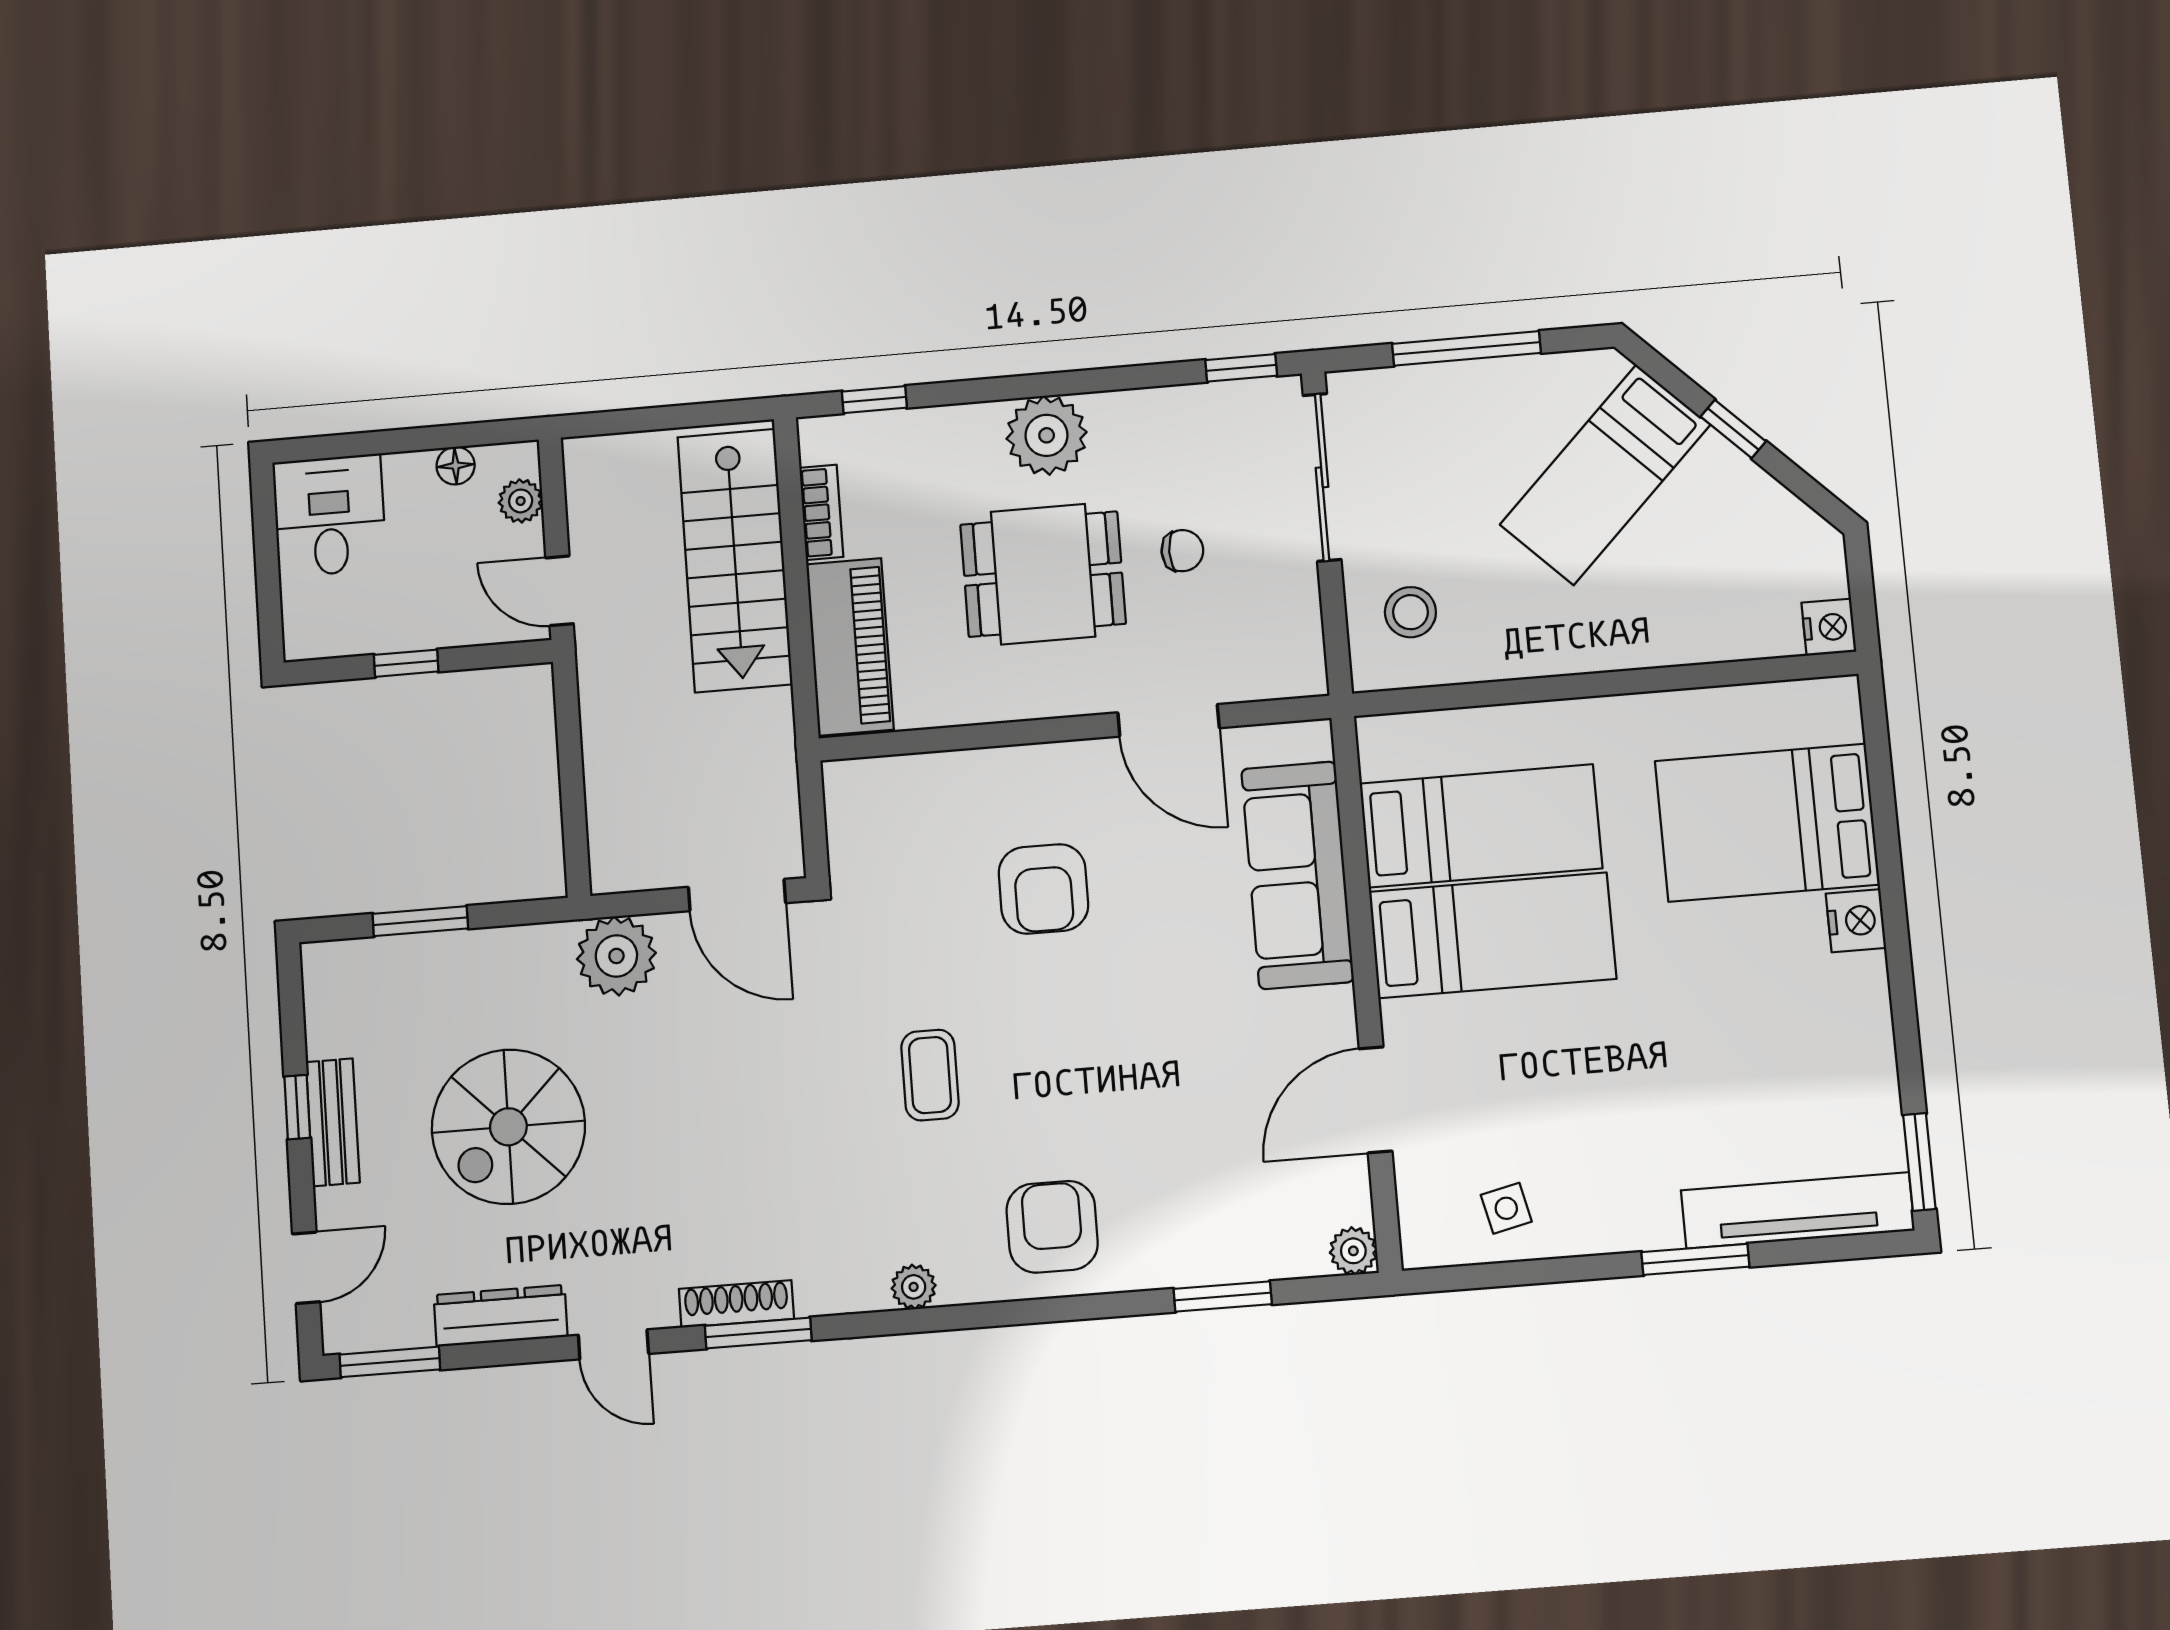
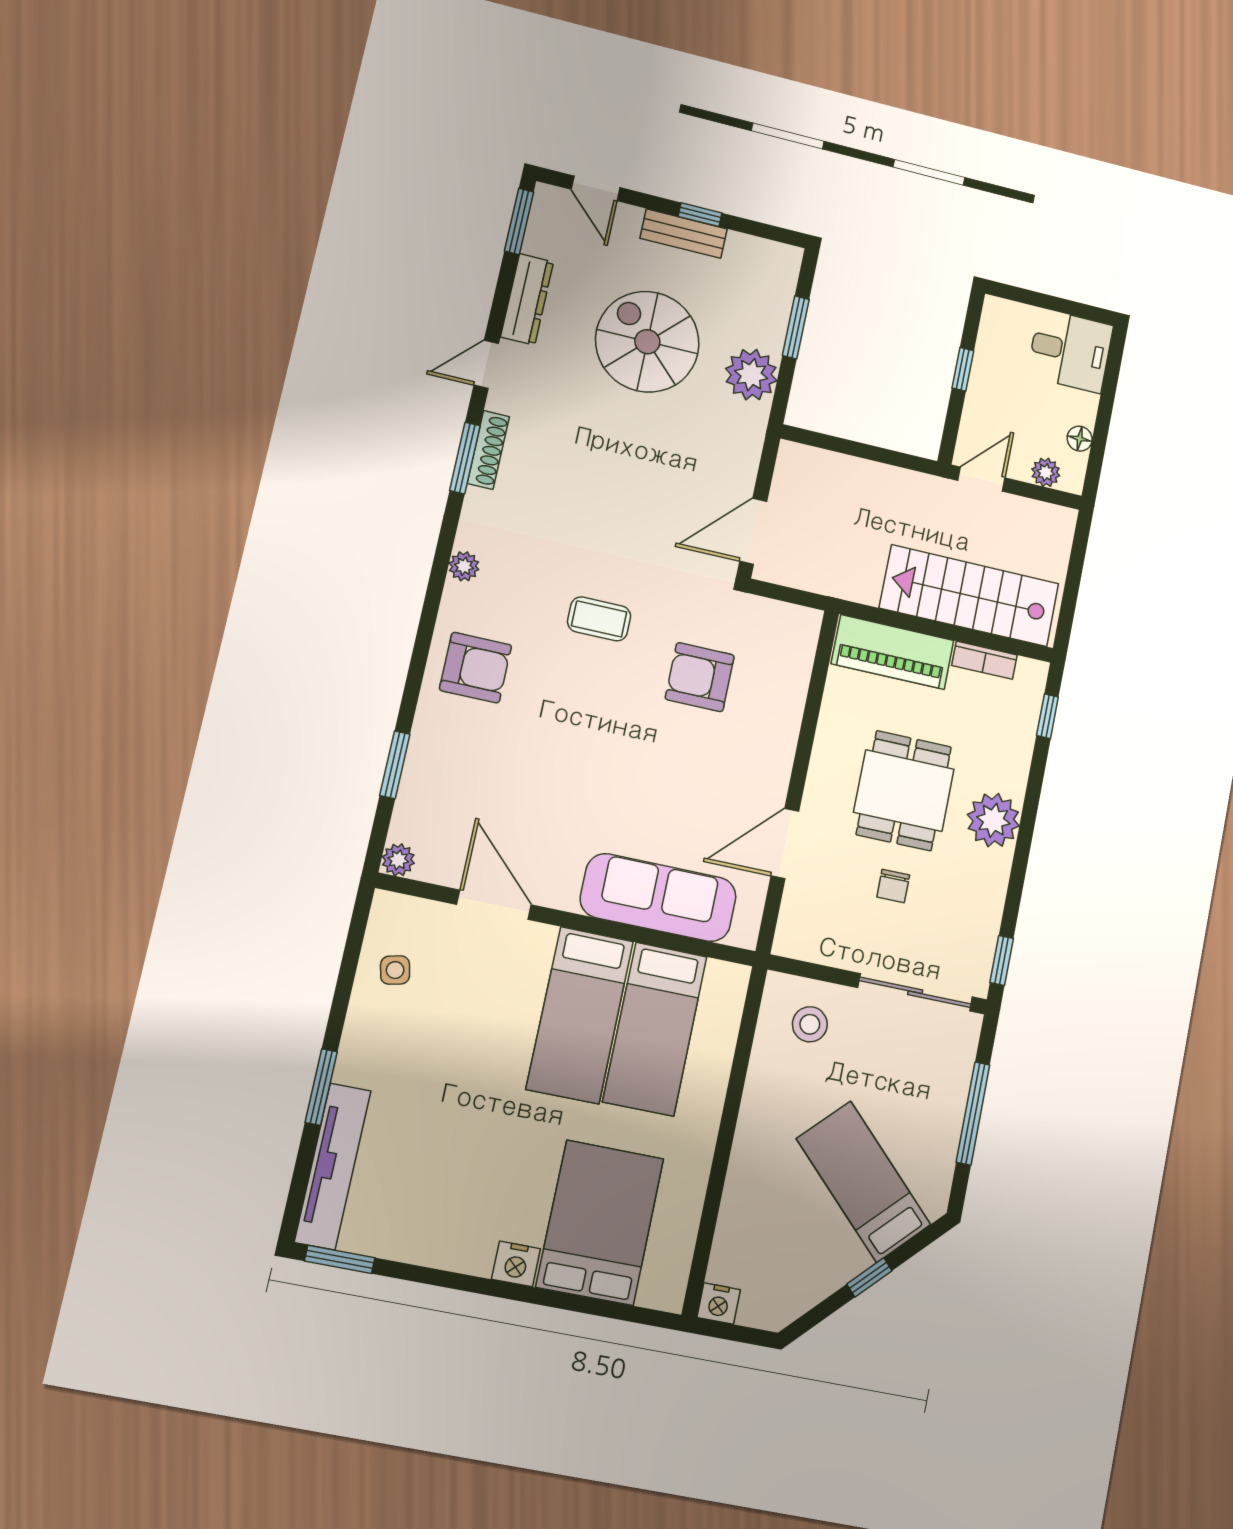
armchair: (1043, 889) -> (700, 677), moved
plant: (616, 956) -> (751, 375), moved

